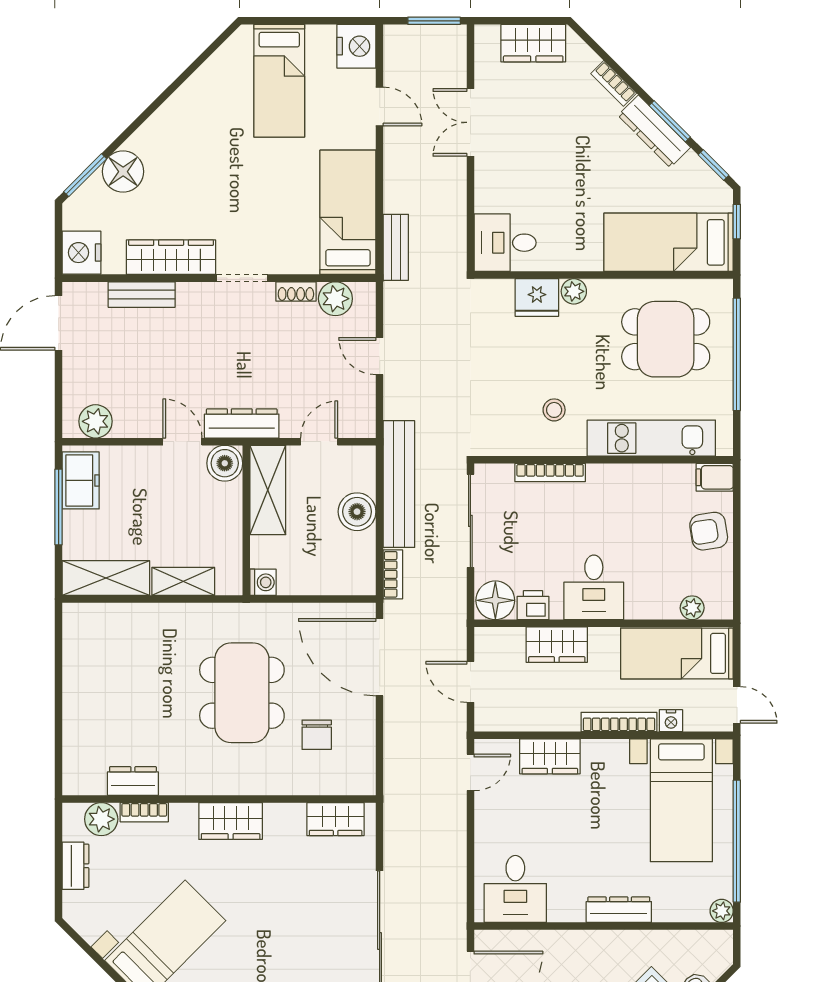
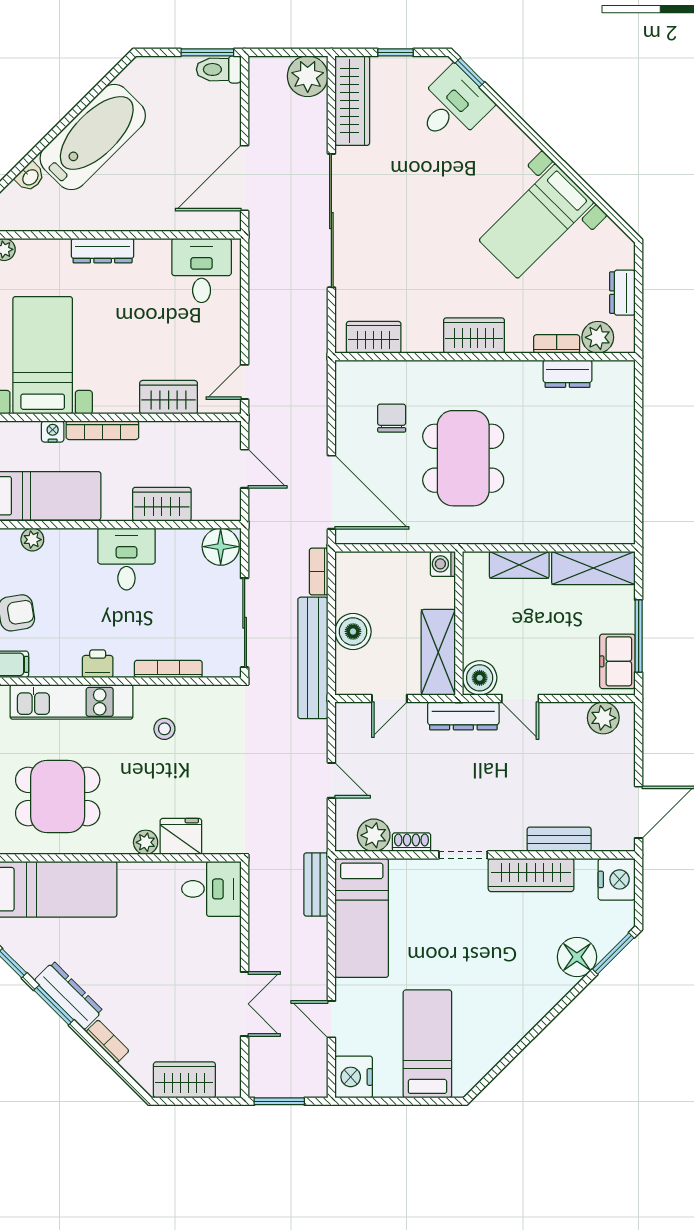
printer: (533, 605) -> (98, 664), moved, turned 180

